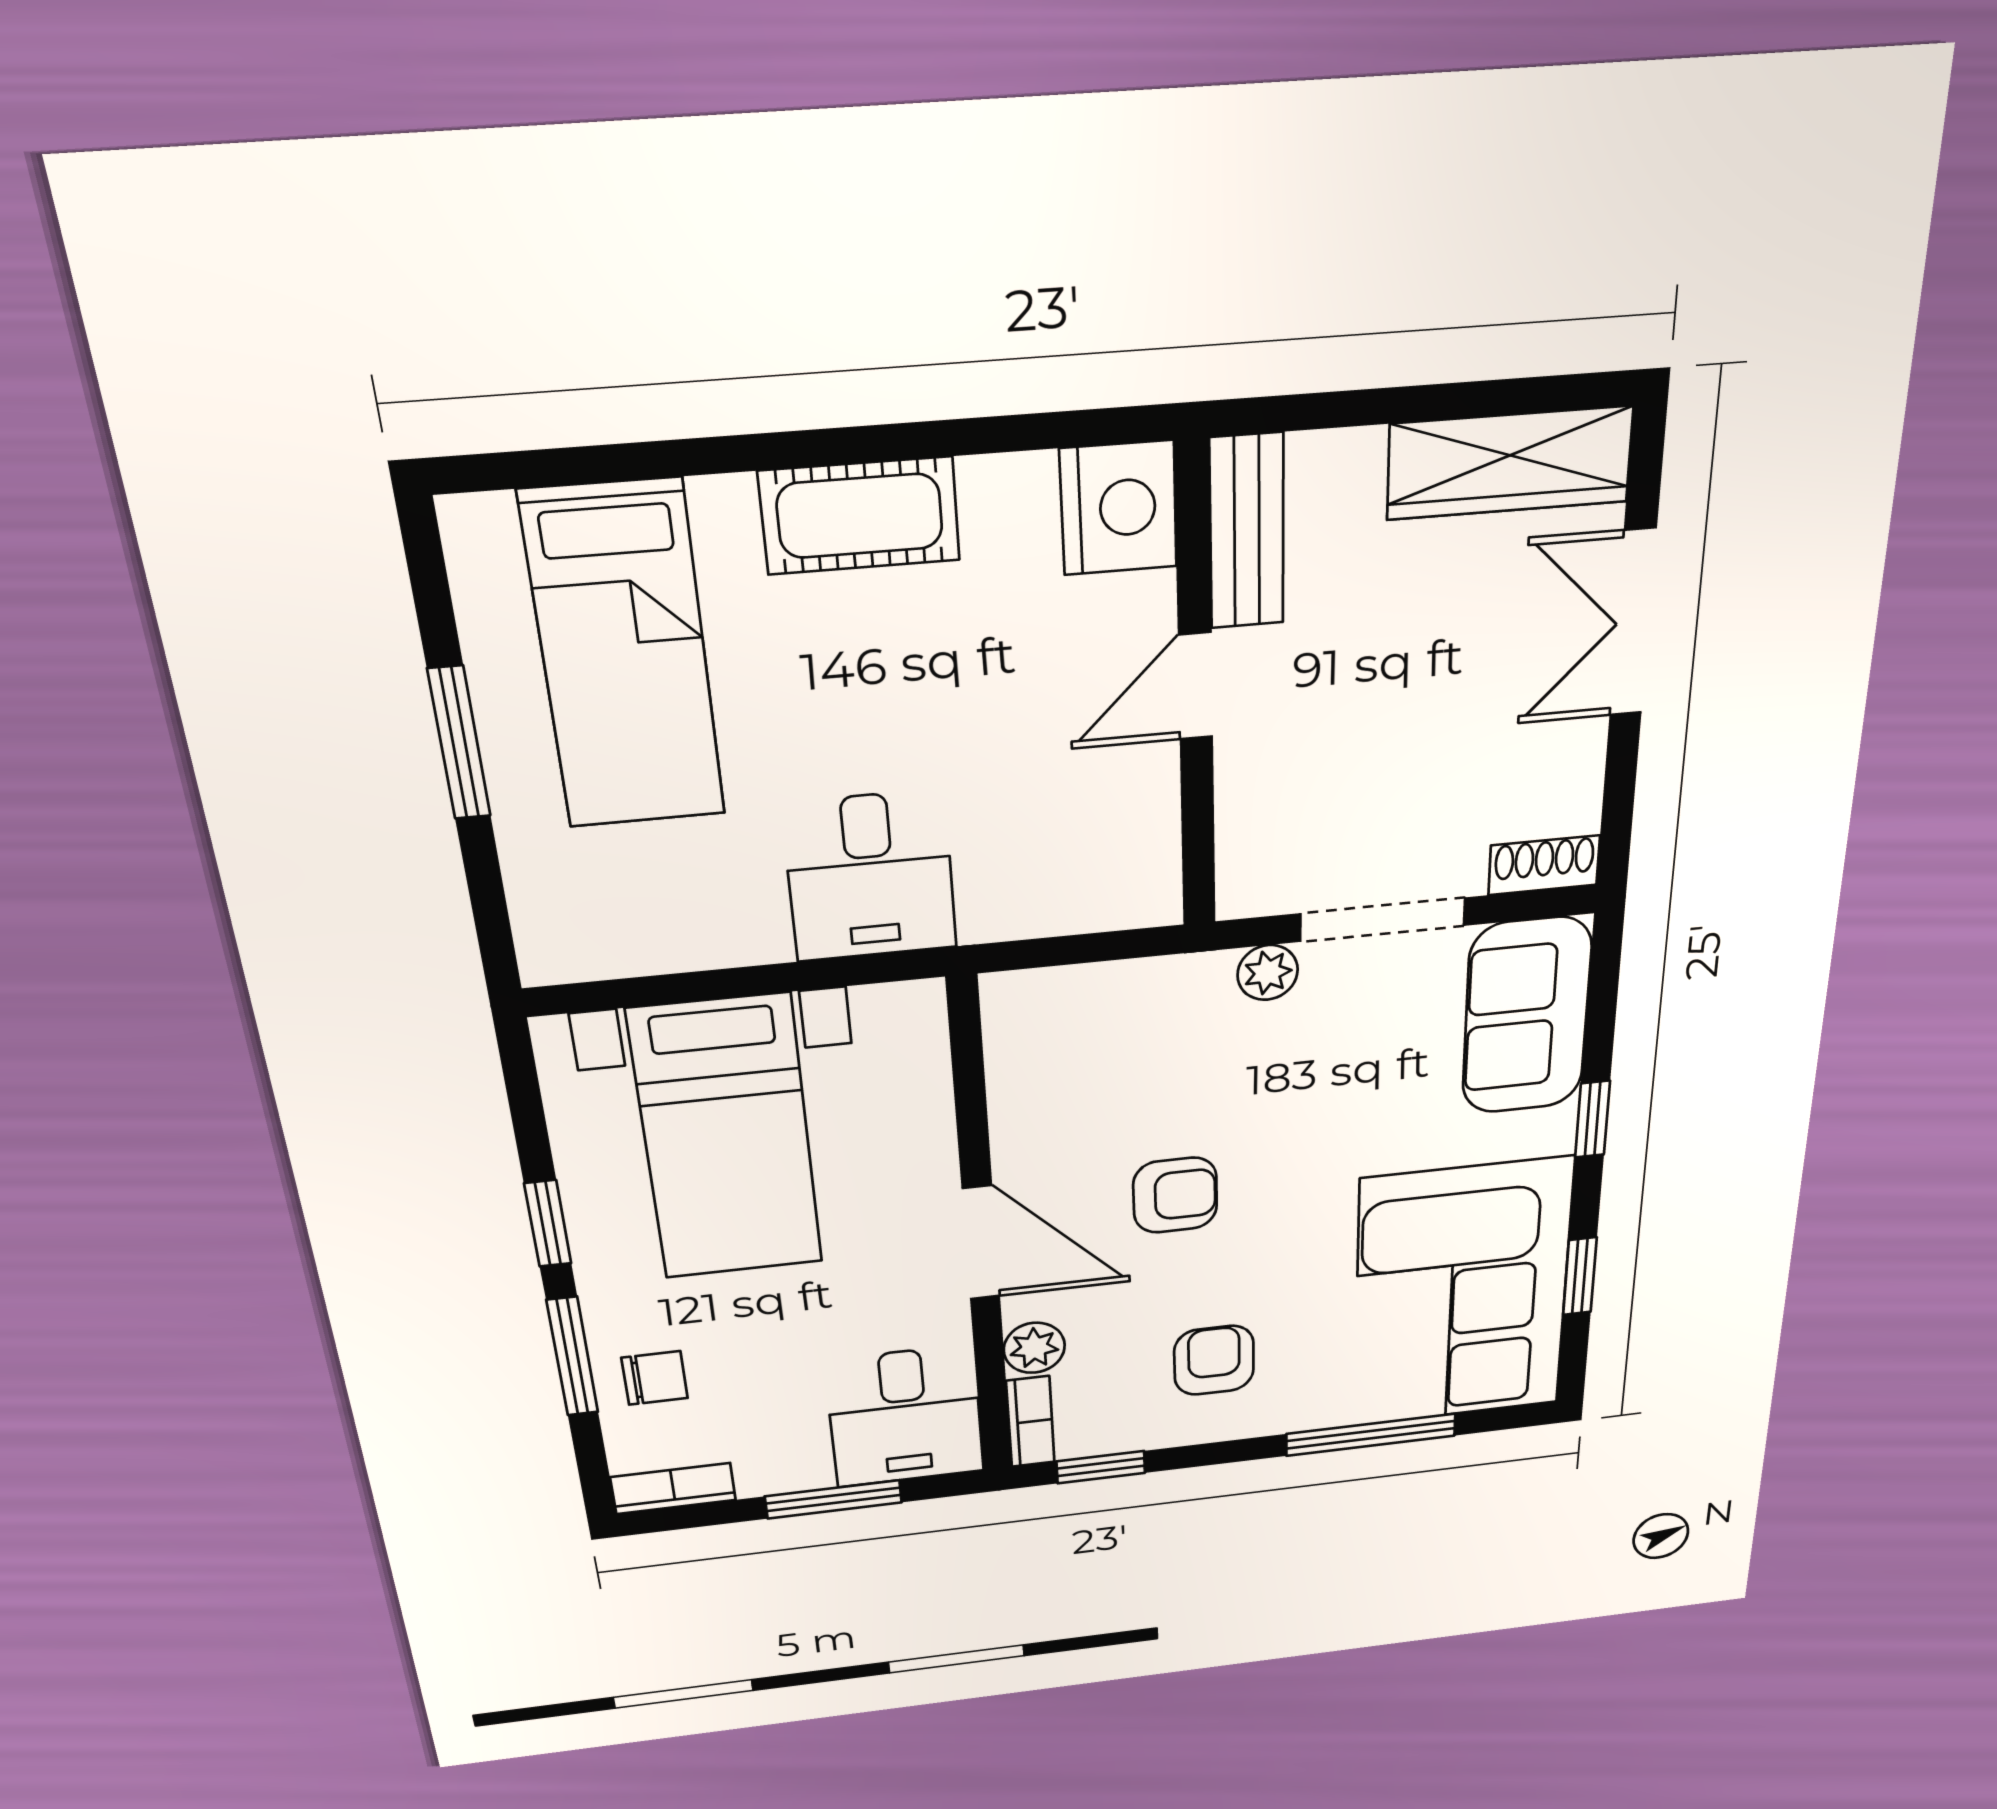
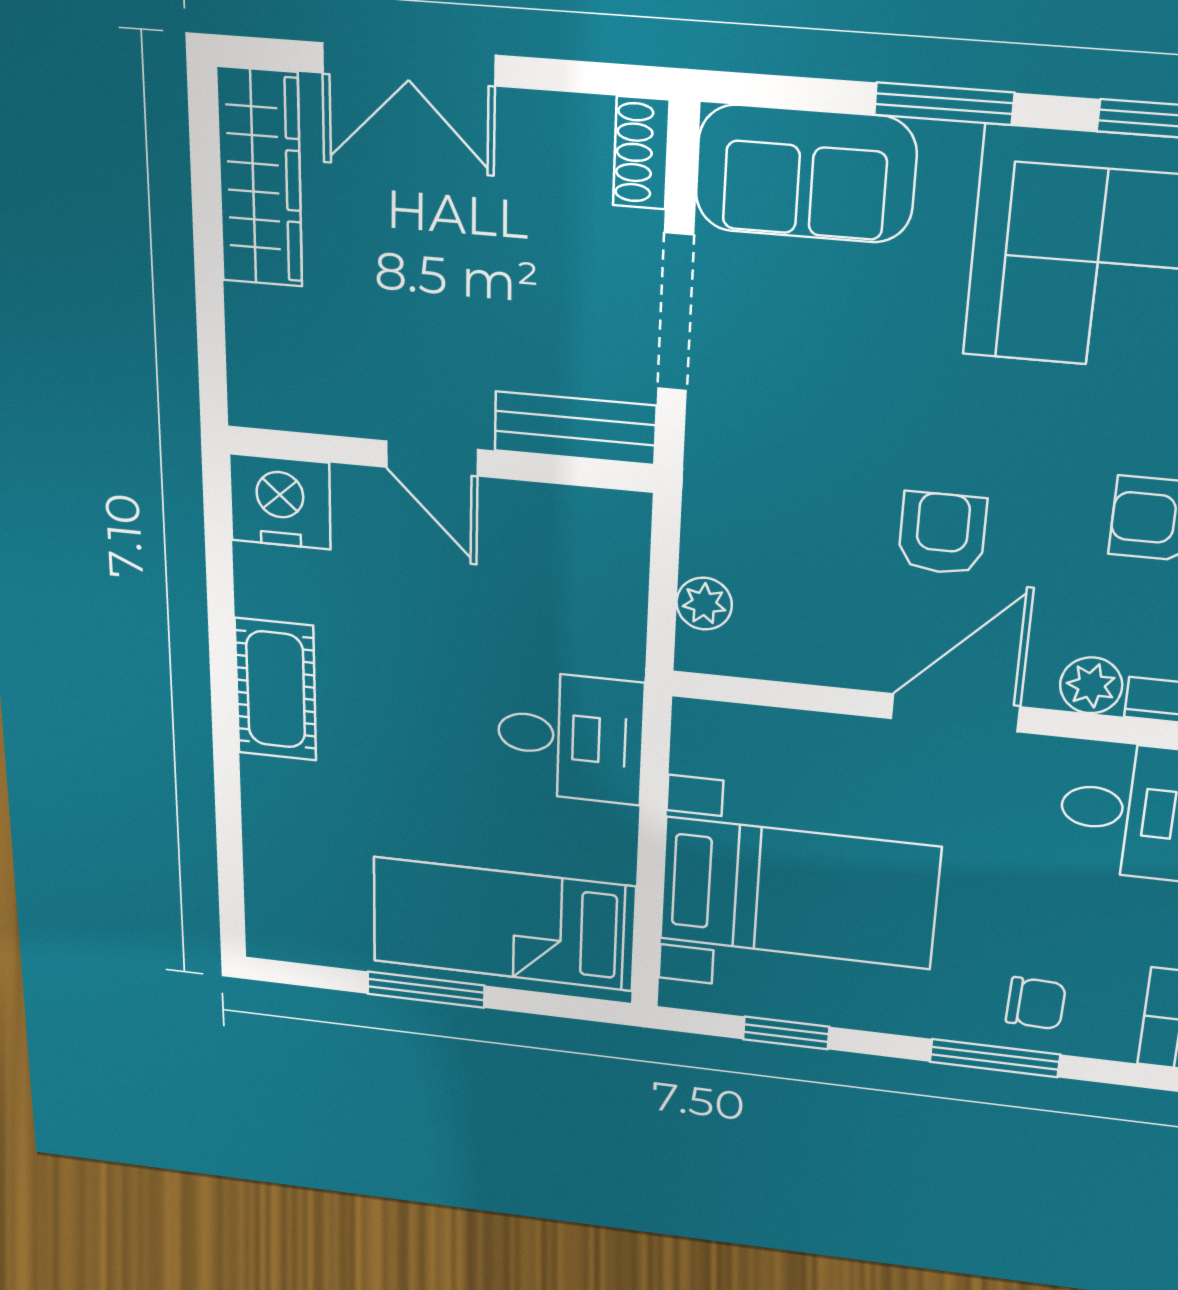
bench: (1247, 532) -> (575, 428), moved
bed: (624, 657) -> (503, 924), moved, turned 180
plant: (1268, 973) -> (704, 604), moved
window: (1593, 1119) -> (944, 104), width x1.50
window: (548, 1224) -> (786, 1033), moved
chair: (655, 1378) -> (1036, 1003), turned 92

